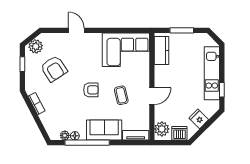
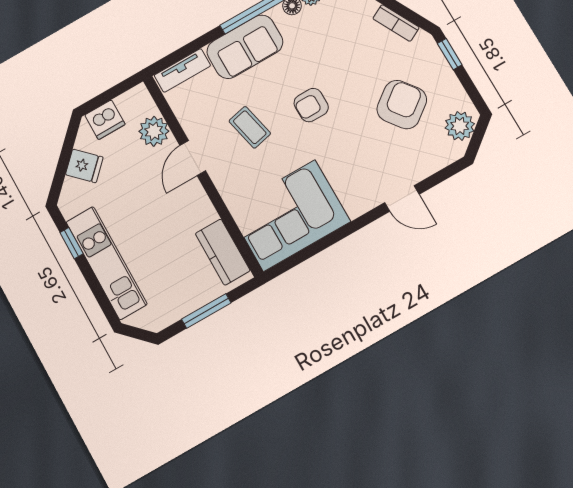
window: (22, 64) -> (450, 54), moved
armchair: (54, 69) -> (402, 105), turned 86
plant: (162, 129) -> (154, 131), moved

